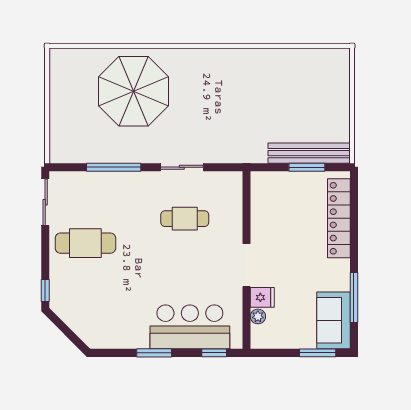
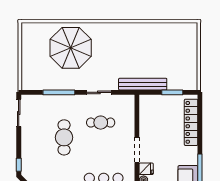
bench: (309, 153) -> (143, 84), moved
cafe table: (85, 243) -> (64, 137), moved, turned 90

